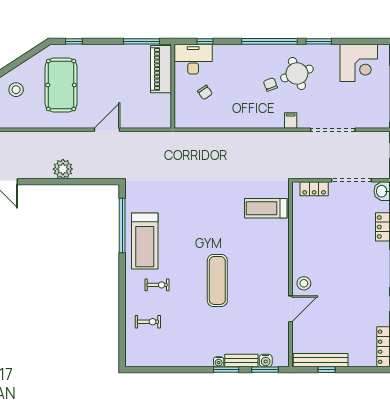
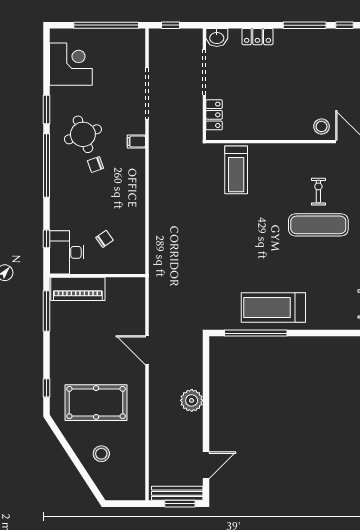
treadmill: (145, 241) -> (273, 307), turned 180
exercise bike: (157, 285) -> (318, 192), moved

